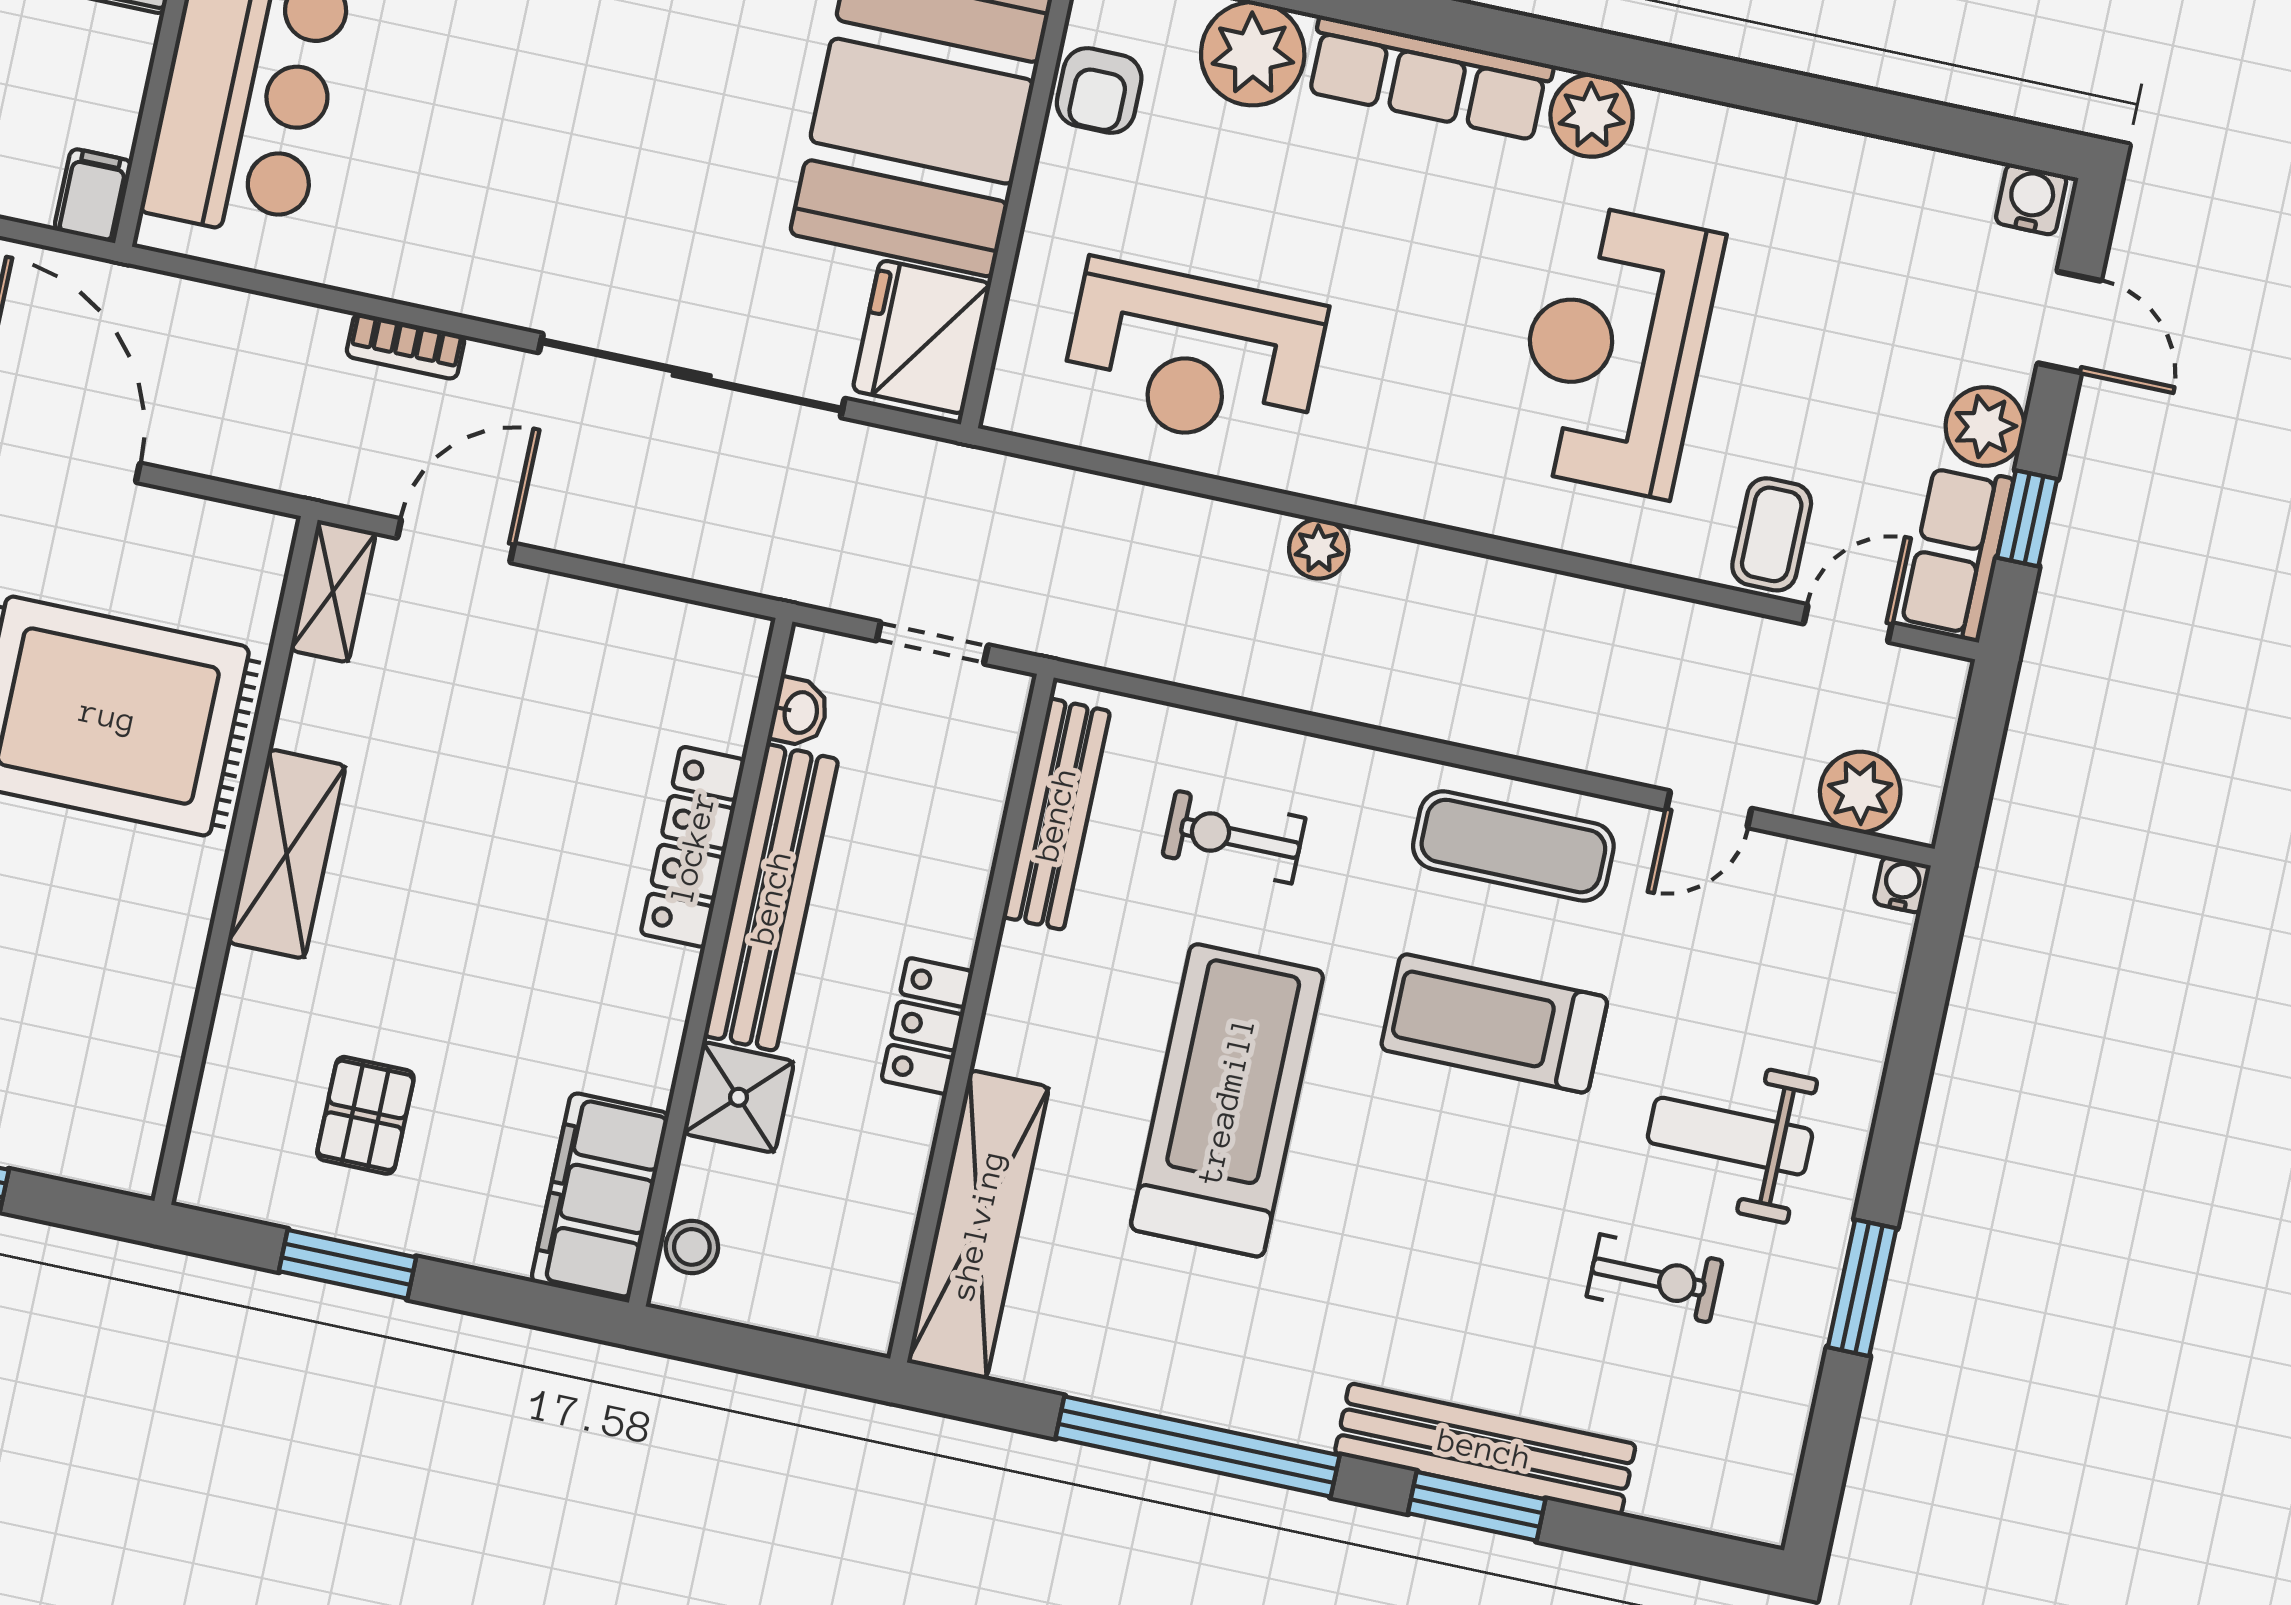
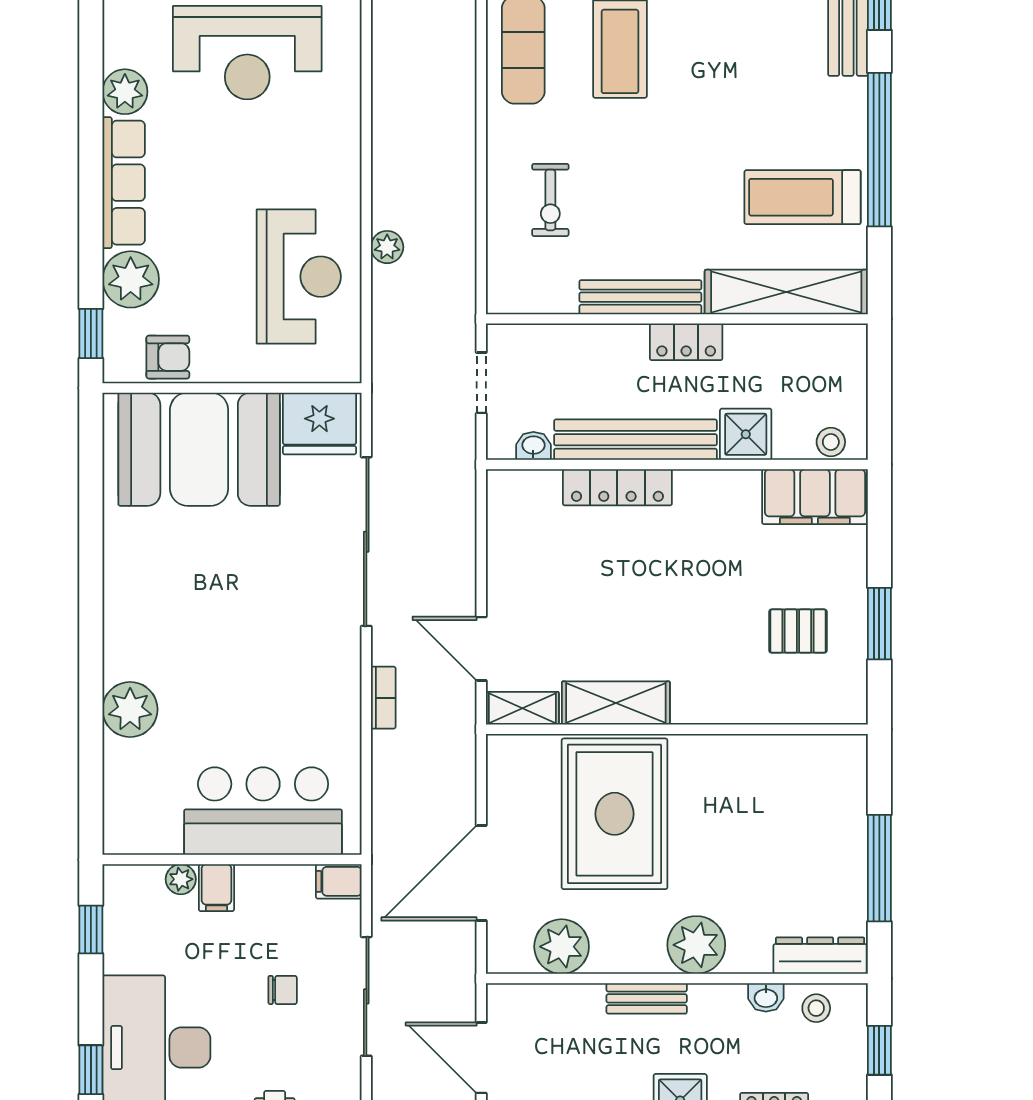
plant: (1319, 549) -> (387, 247), moved
bench: (1056, 814) -> (640, 297), moved
shelving: (287, 854) -> (616, 703), moved
treadmill: (1227, 1100) -> (803, 197), moved, width x0.73, depth x0.73

